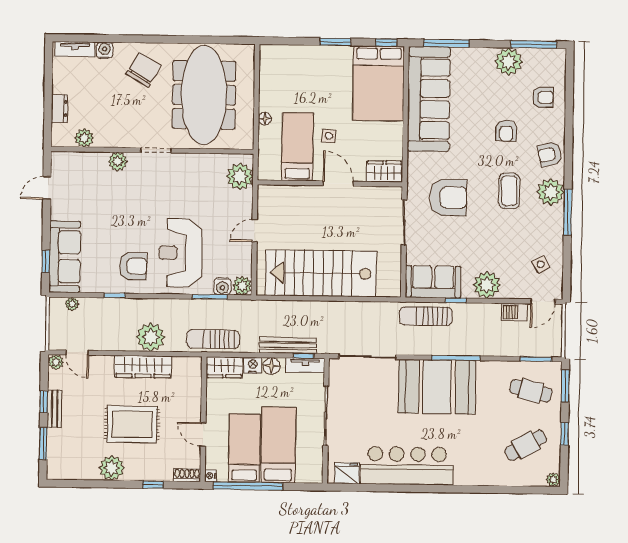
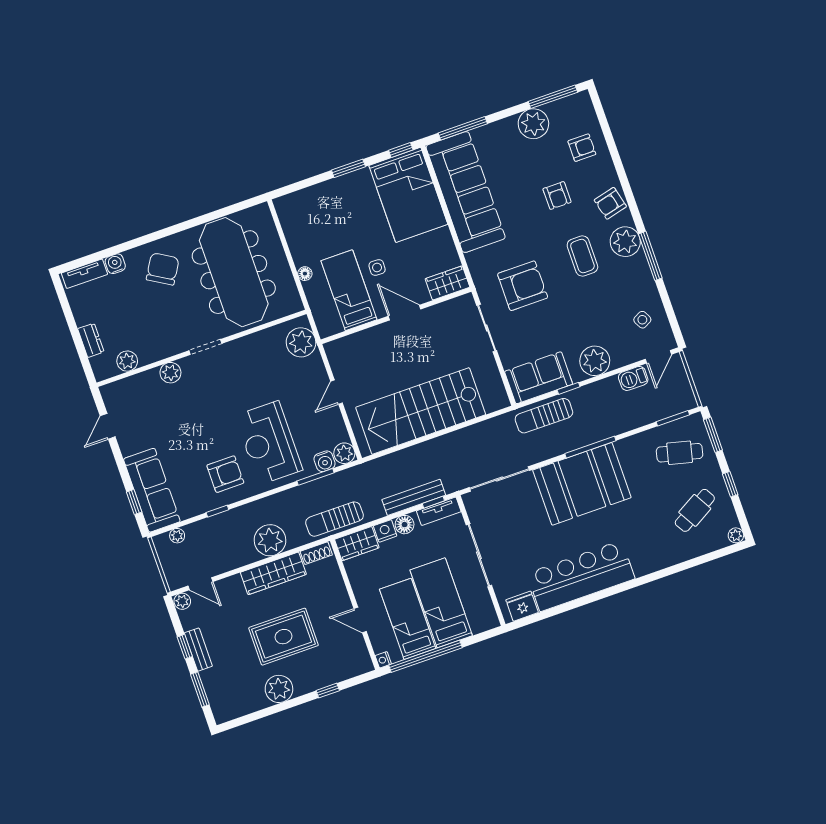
shoe rack: (187, 475) -> (316, 553), moved, turned 180

